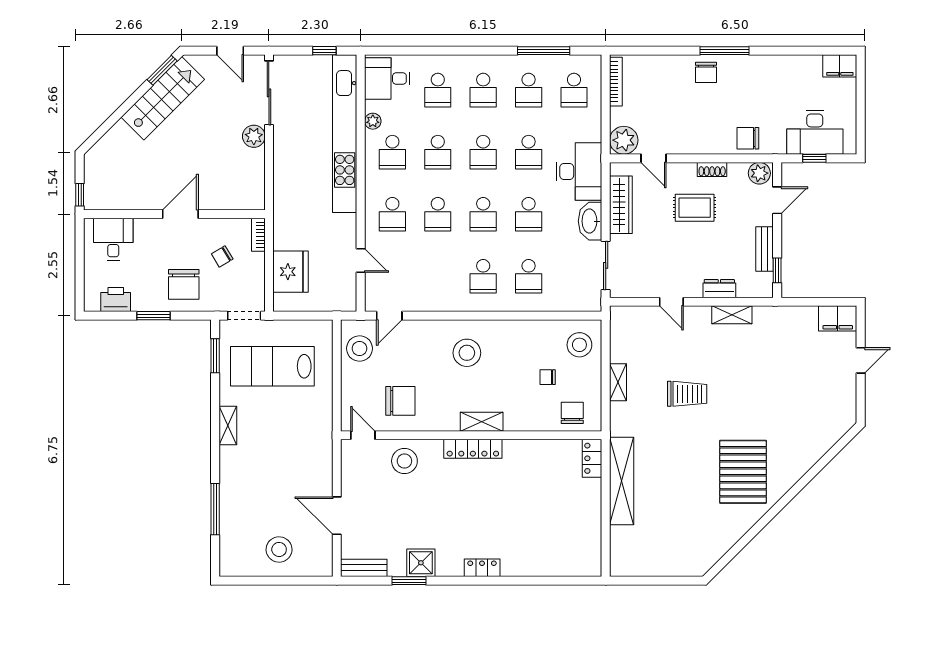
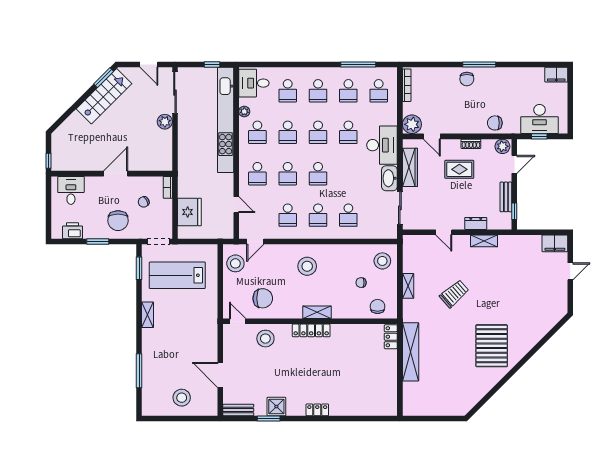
school desk: (529, 214) -> (288, 215), moved
trolley: (687, 394) -> (454, 294), turned -41

